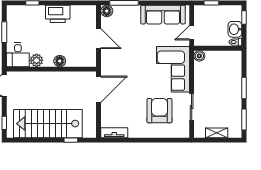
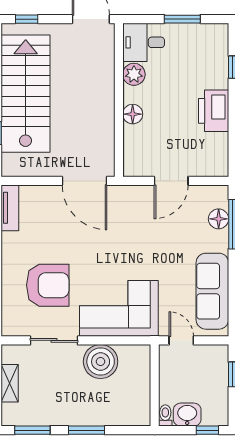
floor lamp: (107, 11) -> (219, 219), moved
boiler: (199, 56) -> (101, 362), moved, width x1.86, depth x1.86

